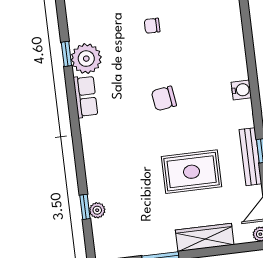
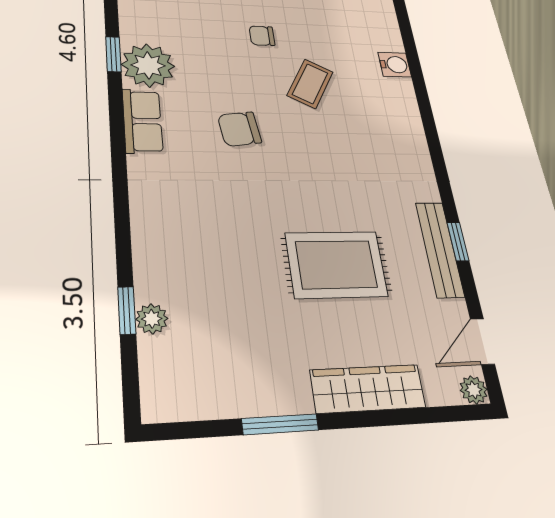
coffee table: (181, 57) -> (310, 84), added
water cooler: (241, 90) -> (395, 65), moved
chair: (164, 98) -> (239, 129), moved

